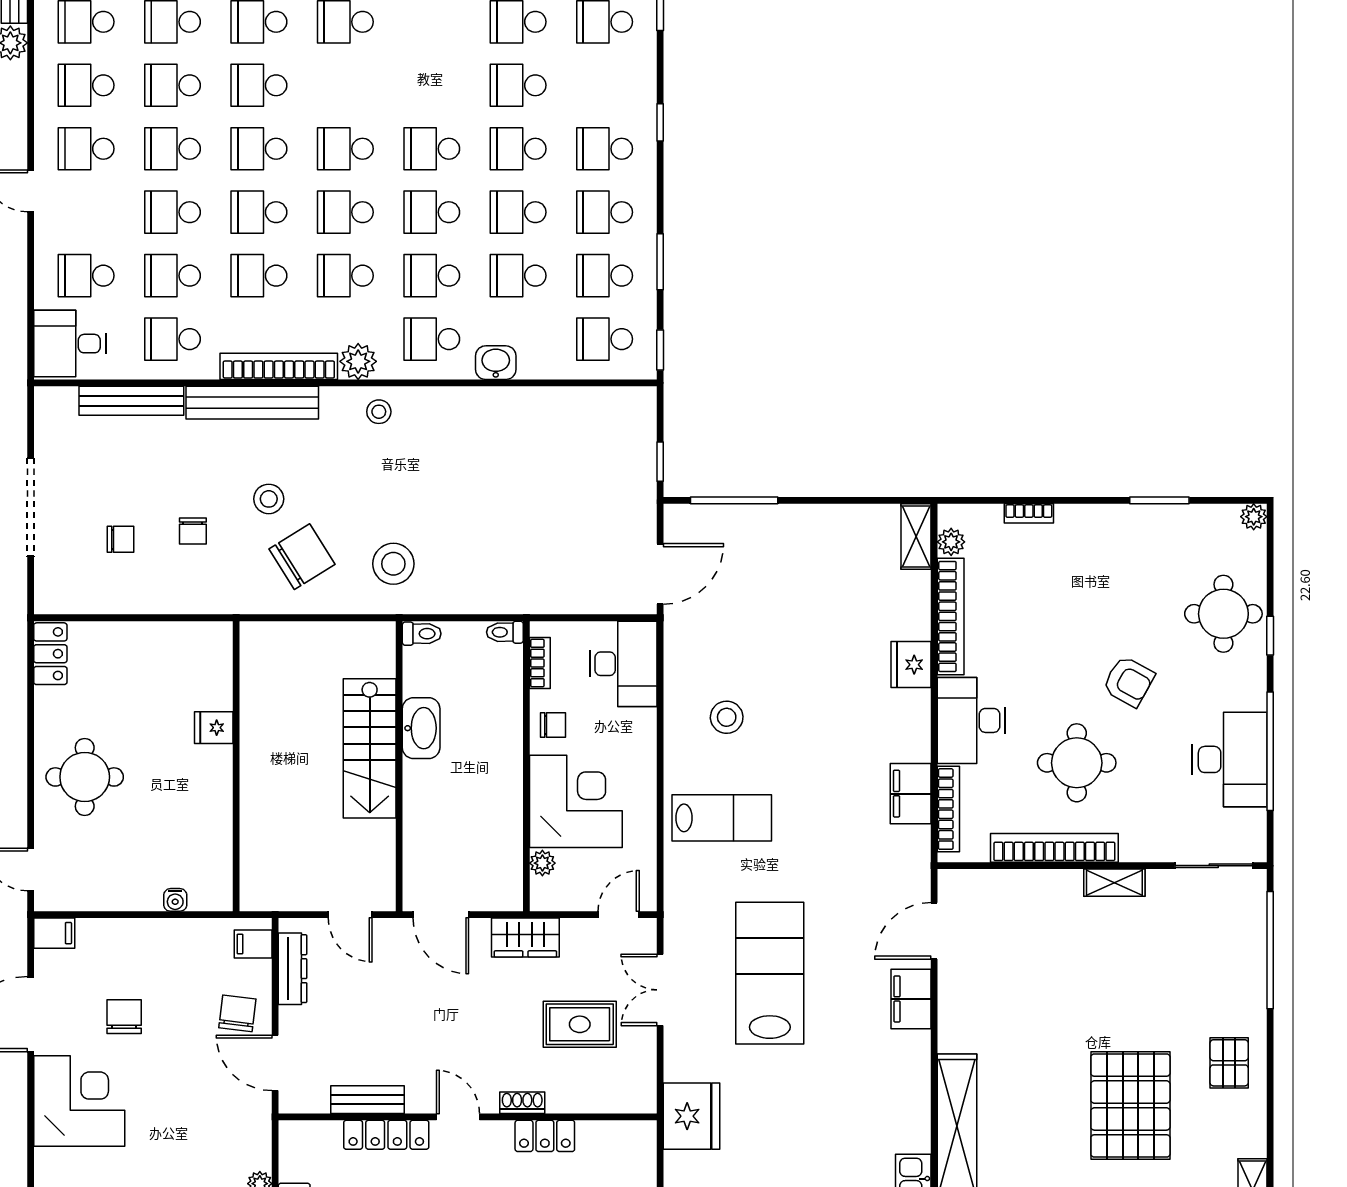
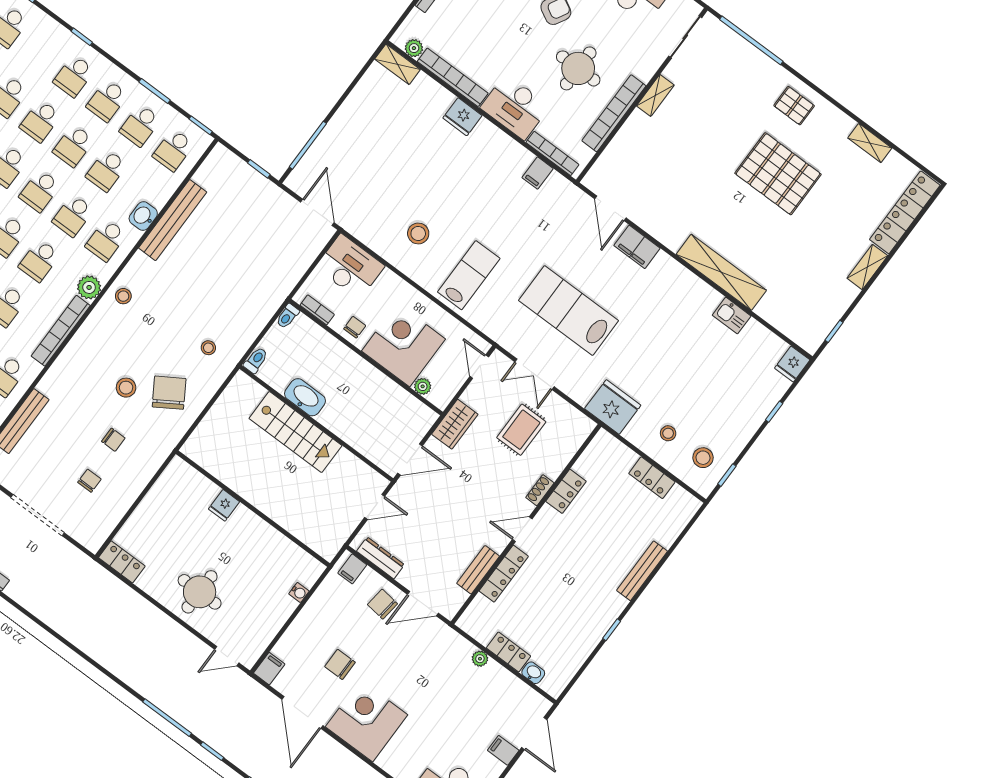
bench: (252, 403) -> (173, 220), moved
stool: (393, 564) -> (208, 348), width x0.53, depth x0.53
filing cabinet: (911, 794) -> (538, 173), width x0.50

